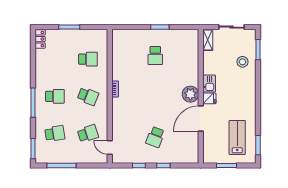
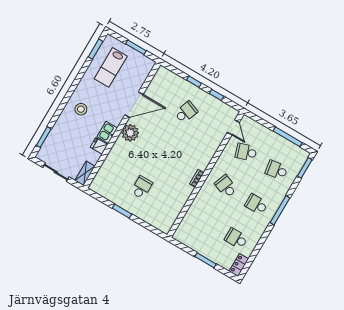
school desk: (88, 59) -> (236, 239), moved
stool: (242, 62) -> (81, 109), moved
fridge: (209, 98) -> (99, 146), moved

